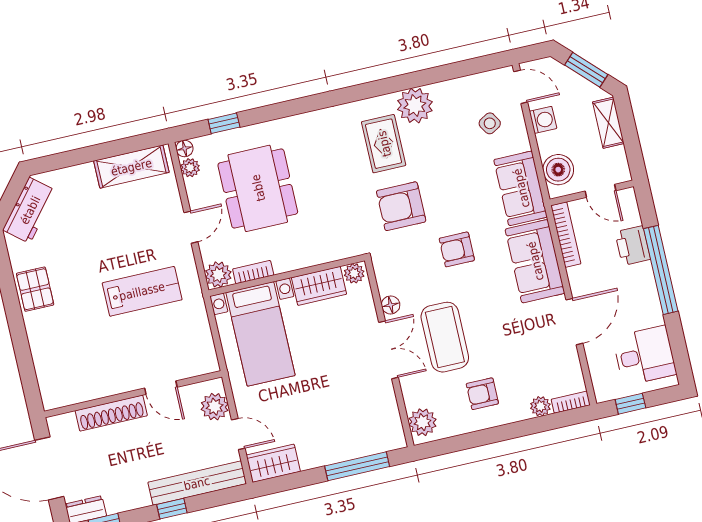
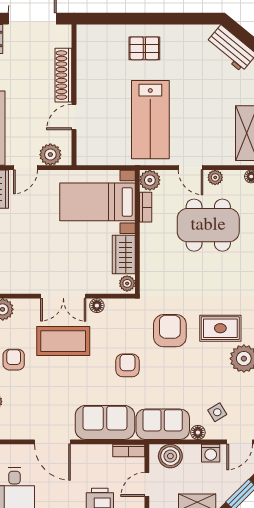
floor lamp: (521, 142) -> (198, 432), added
plant: (190, 168) -> (215, 177), moved
bookcase: (566, 235) -> (129, 451), width x0.64
pallet: (35, 289) -> (144, 48), moved
lab bench: (142, 291) -> (150, 120), width x1.36, depth x1.39

